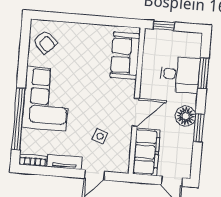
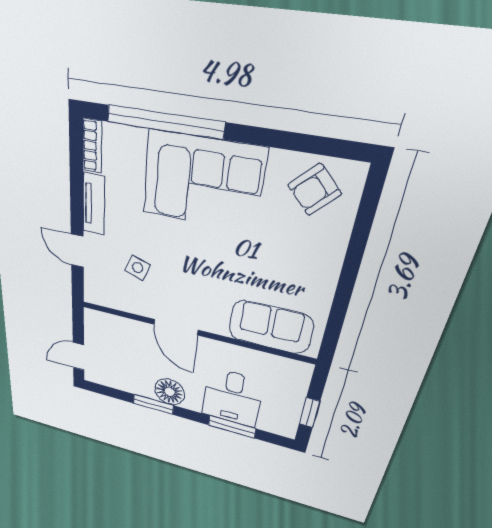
window: (164, 26) -> (309, 413), moved
filing cabinet: (146, 152) -> (116, 331), removed

